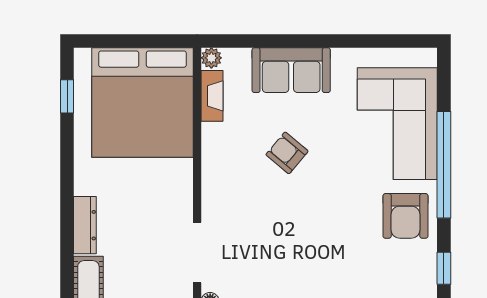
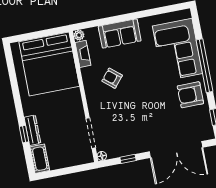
window: (67, 96) -> (24, 134), moved
armchair: (287, 153) -> (112, 78), moved
armchair: (405, 216) -> (190, 95), turned 90

